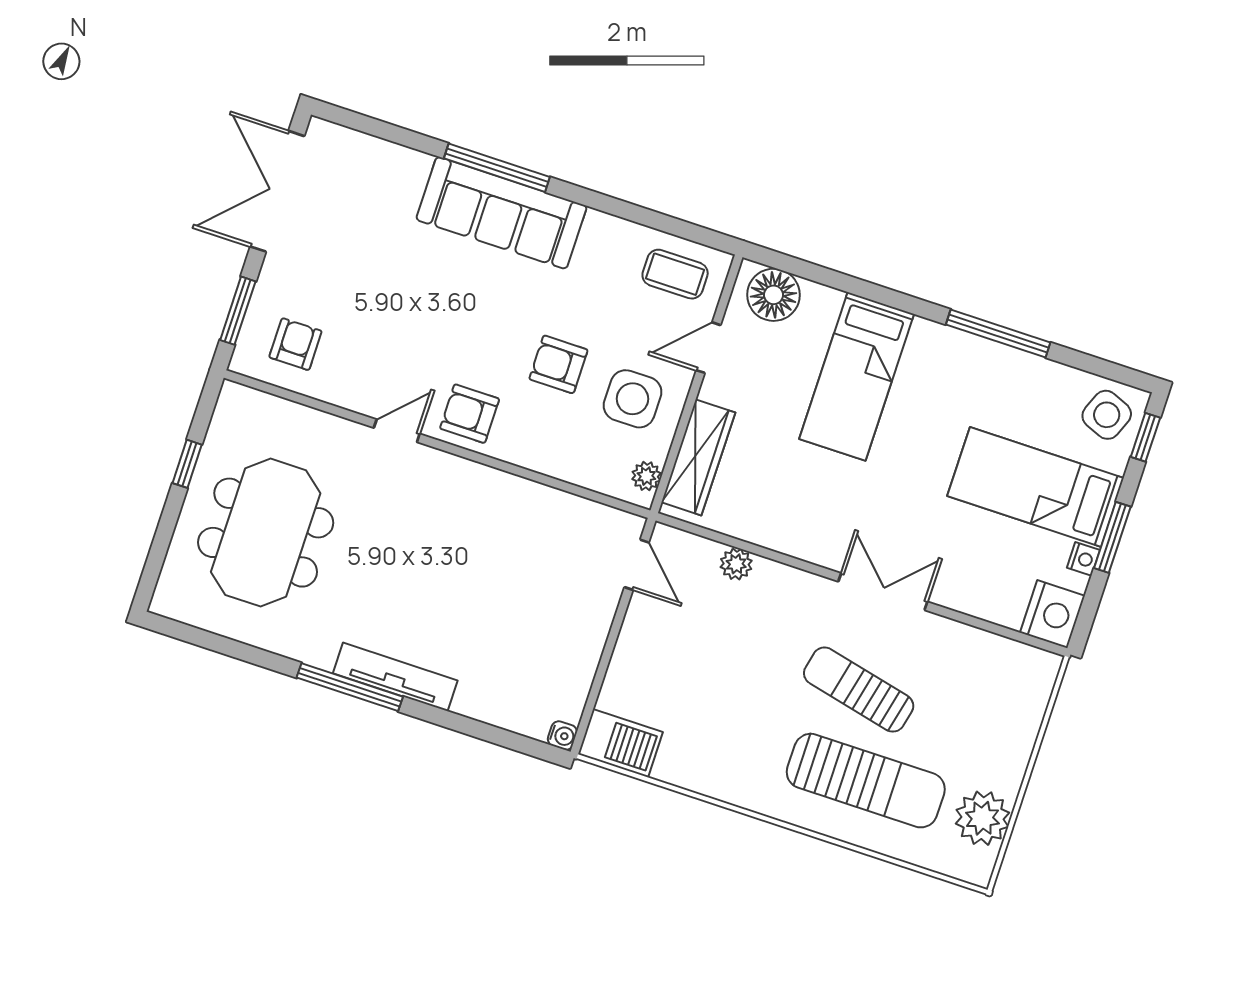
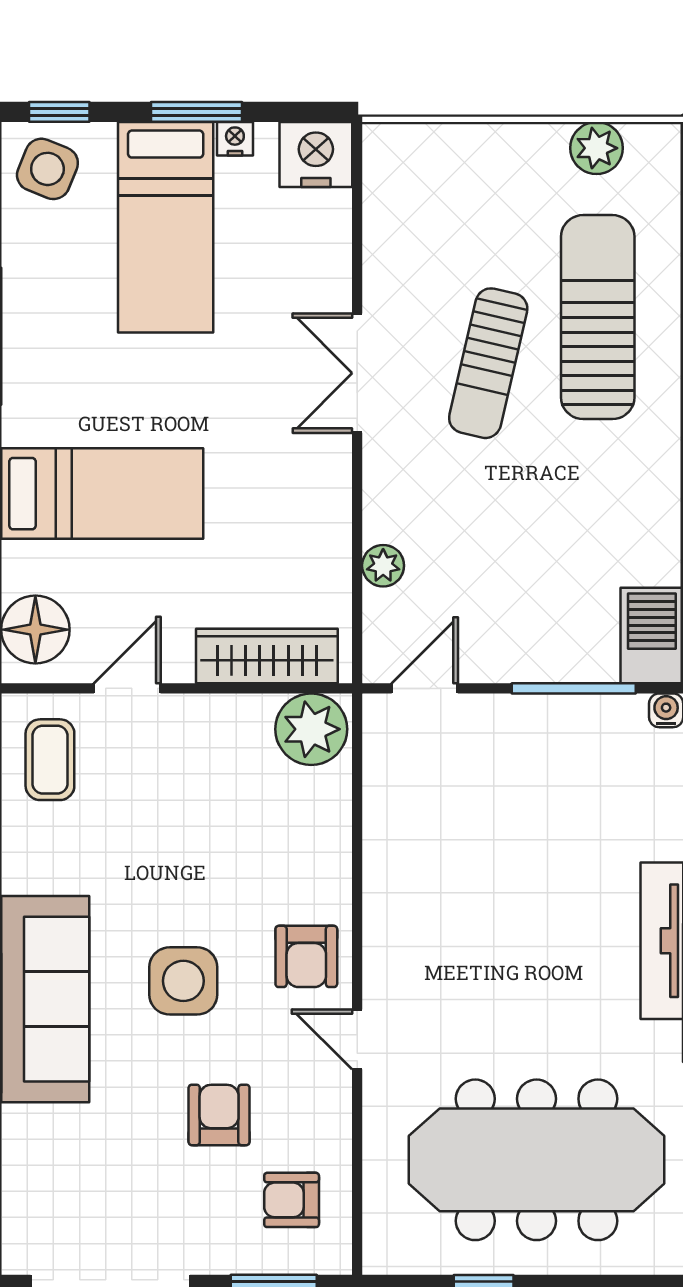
door: (708, 348) -> (127, 688), swing flipped
armchair: (558, 364) -> (219, 1115), moved, turned 180
side table: (633, 399) -> (183, 981), moved
plant: (646, 476) -> (311, 729), width x1.88, depth x1.88
meeting table: (266, 533) -> (537, 1160), width x1.36
window: (601, 674) -> (574, 688), added
plant: (982, 818) -> (597, 148), width x0.73, depth x0.73

